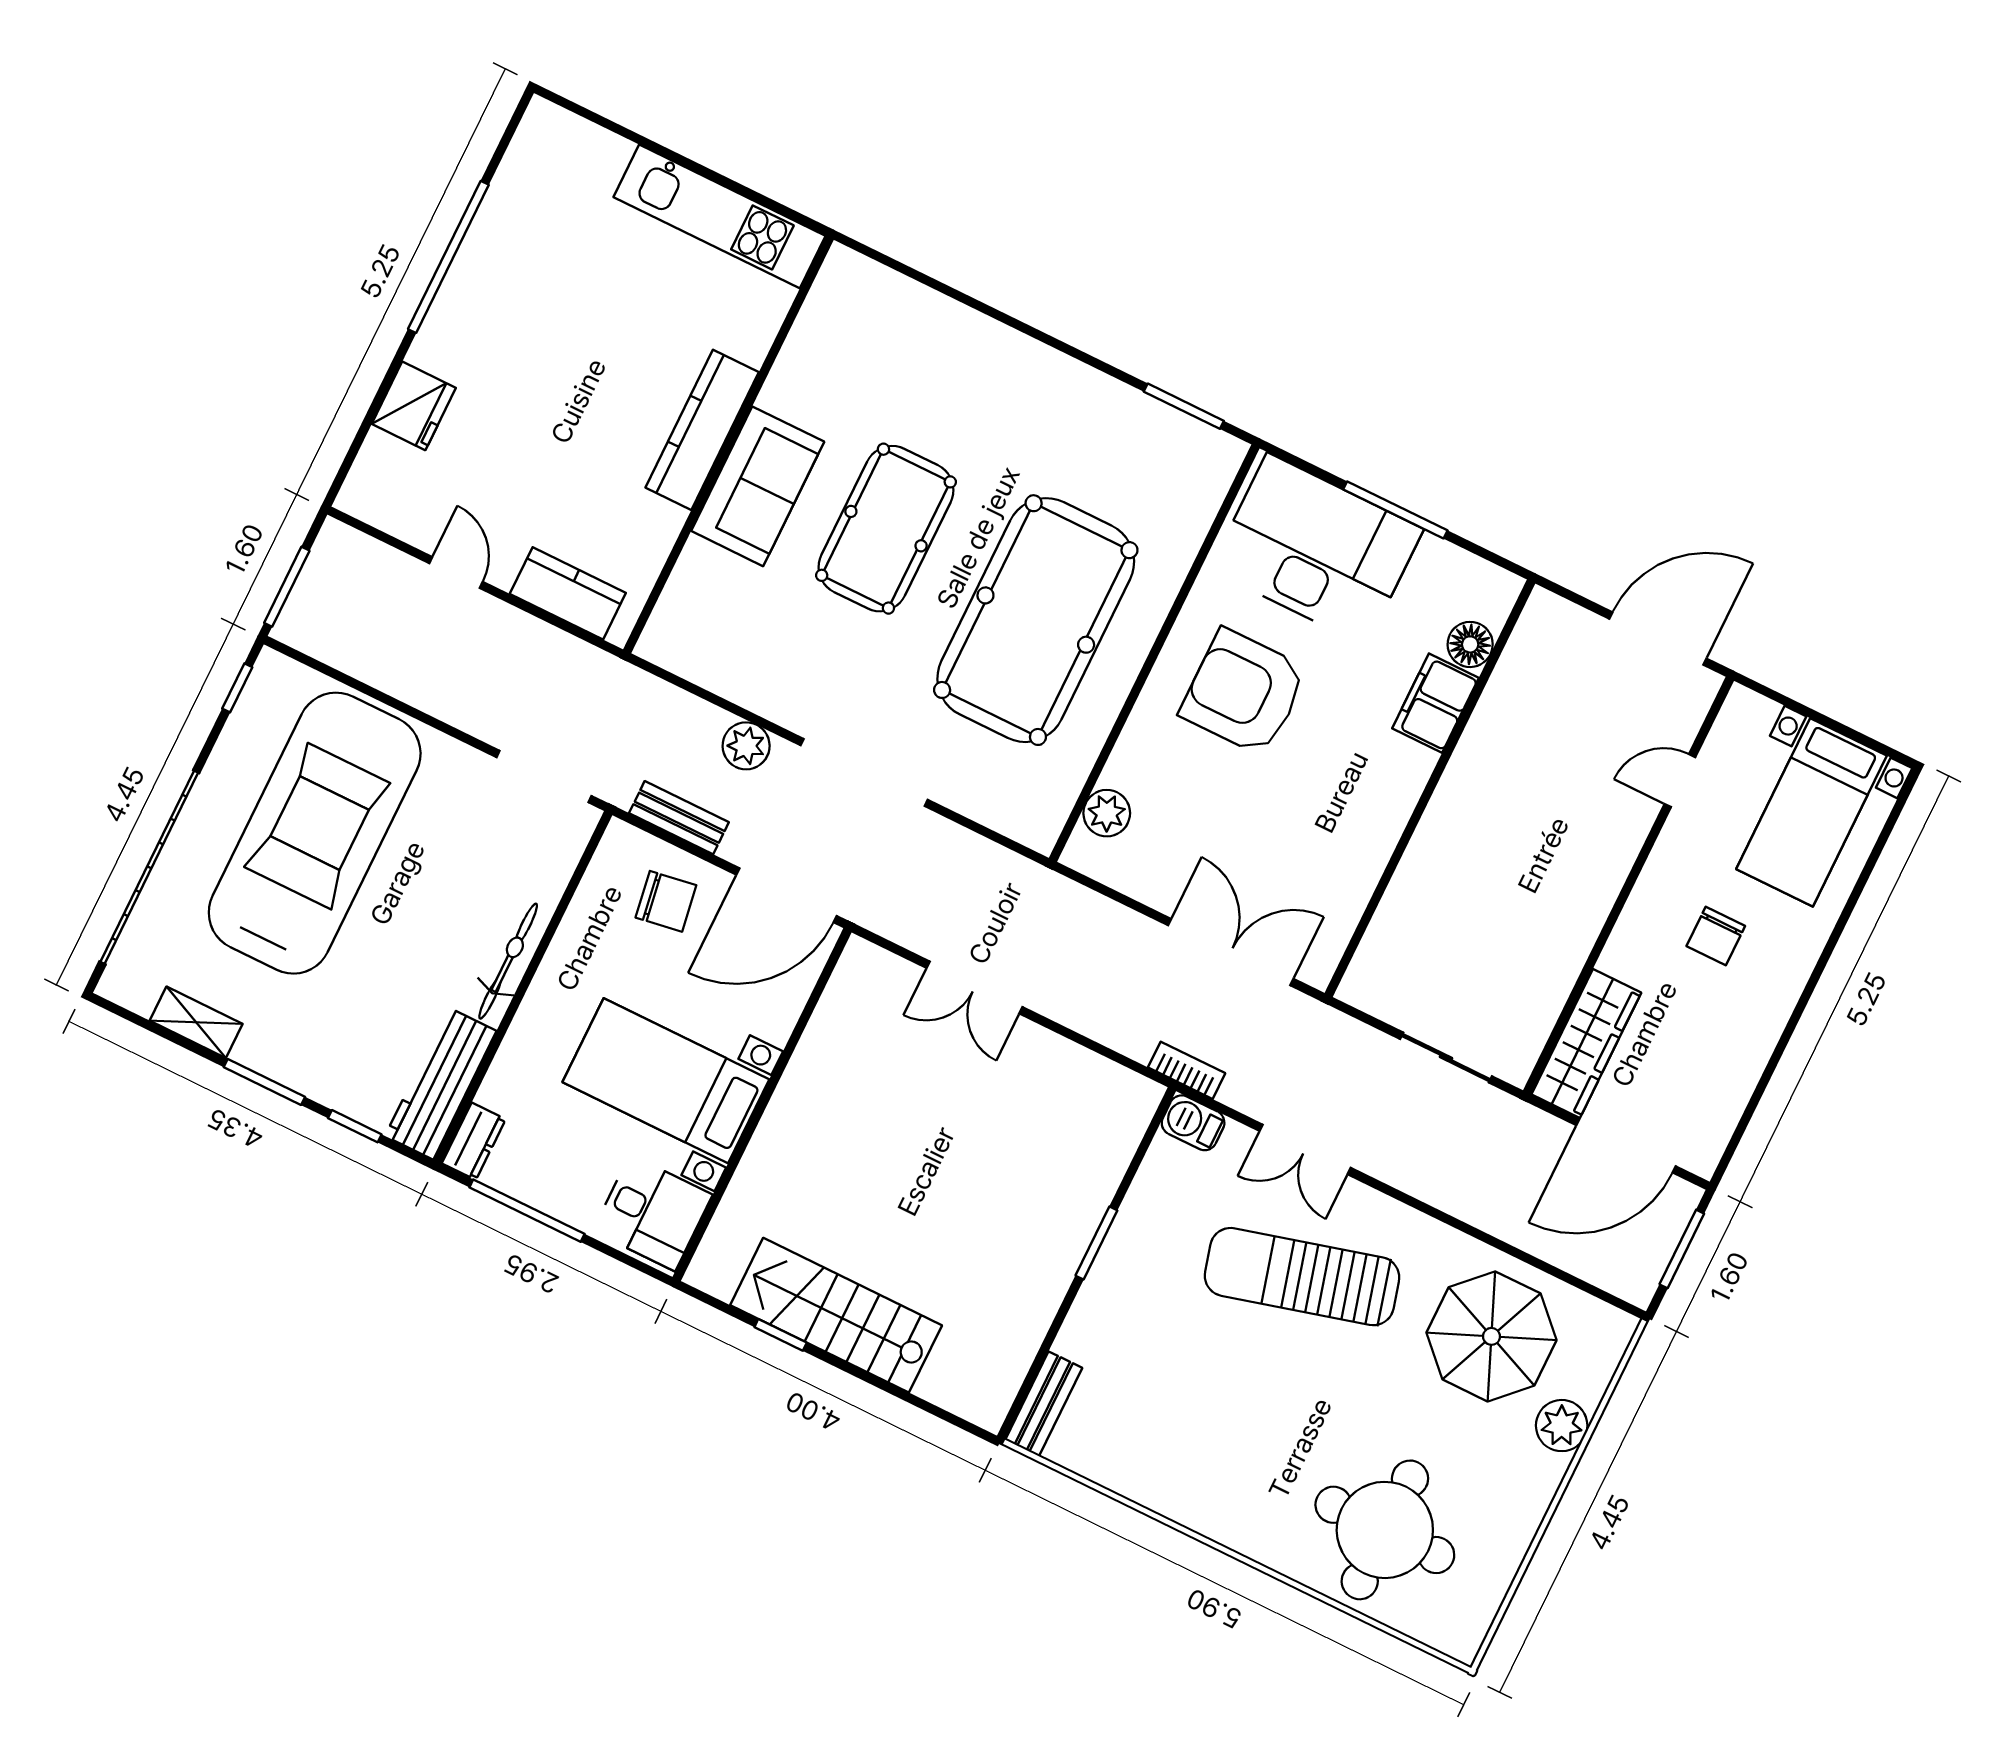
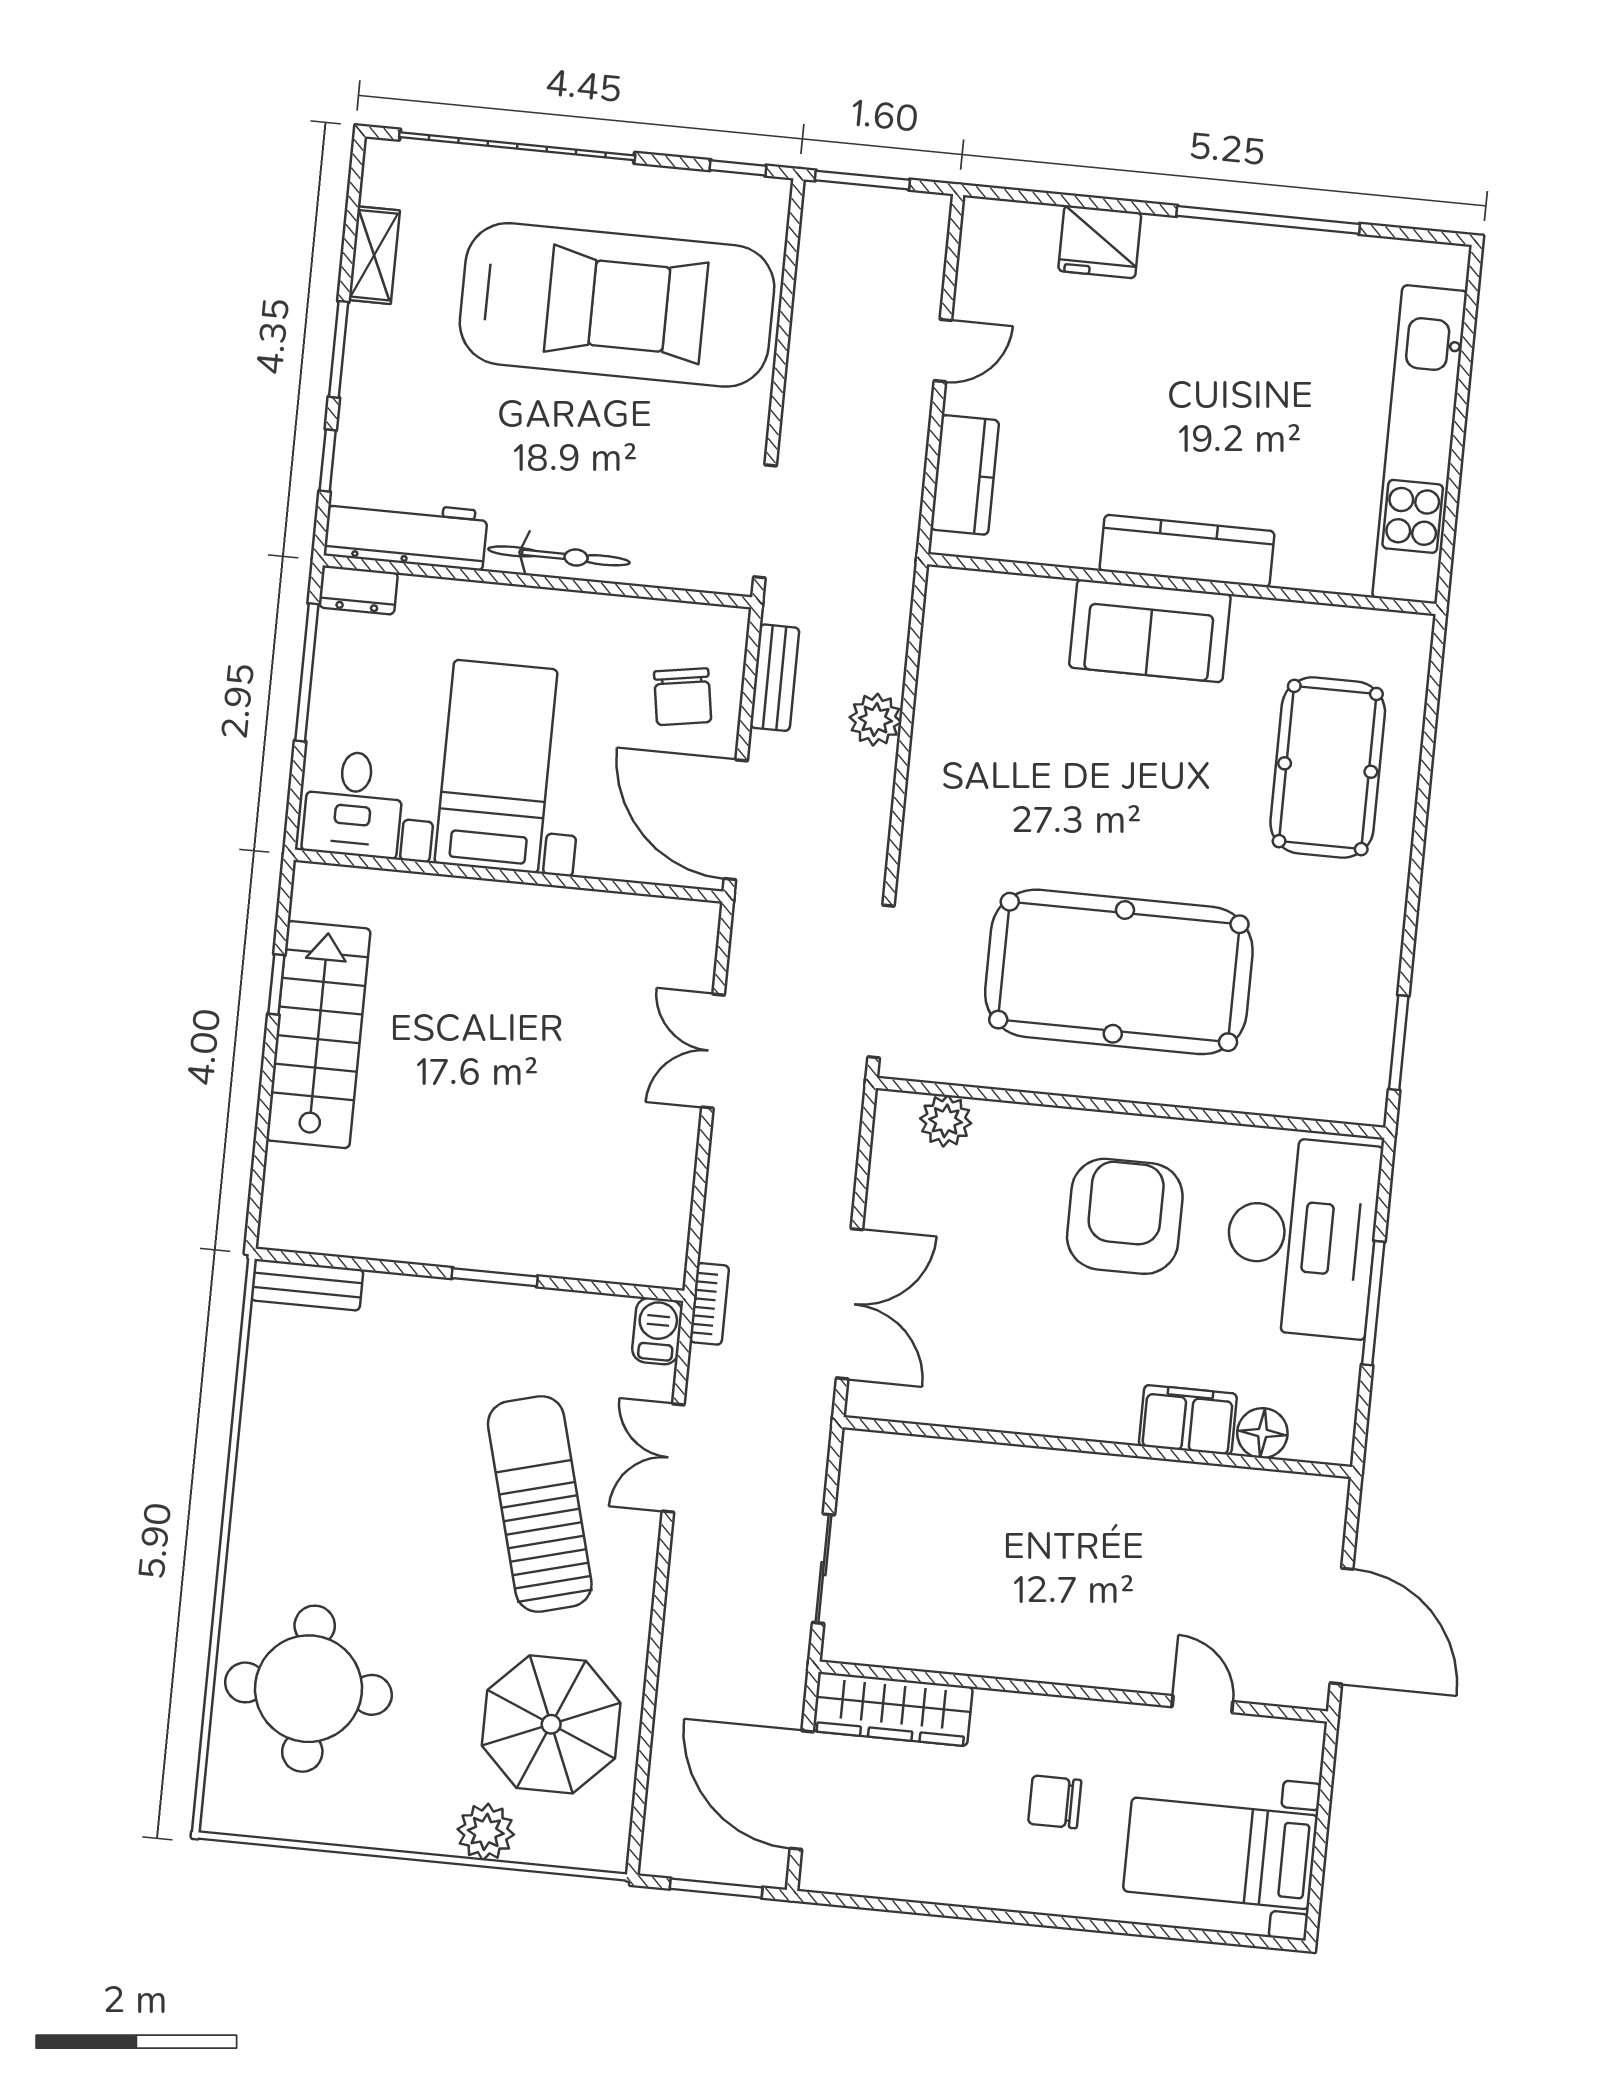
kitchen unit: (720, 216) -> (1420, 444), width x1.36
pool table: (886, 529) -> (1328, 768), moved, turned 90
doorway: (864, 773) -> (881, 981), moved

